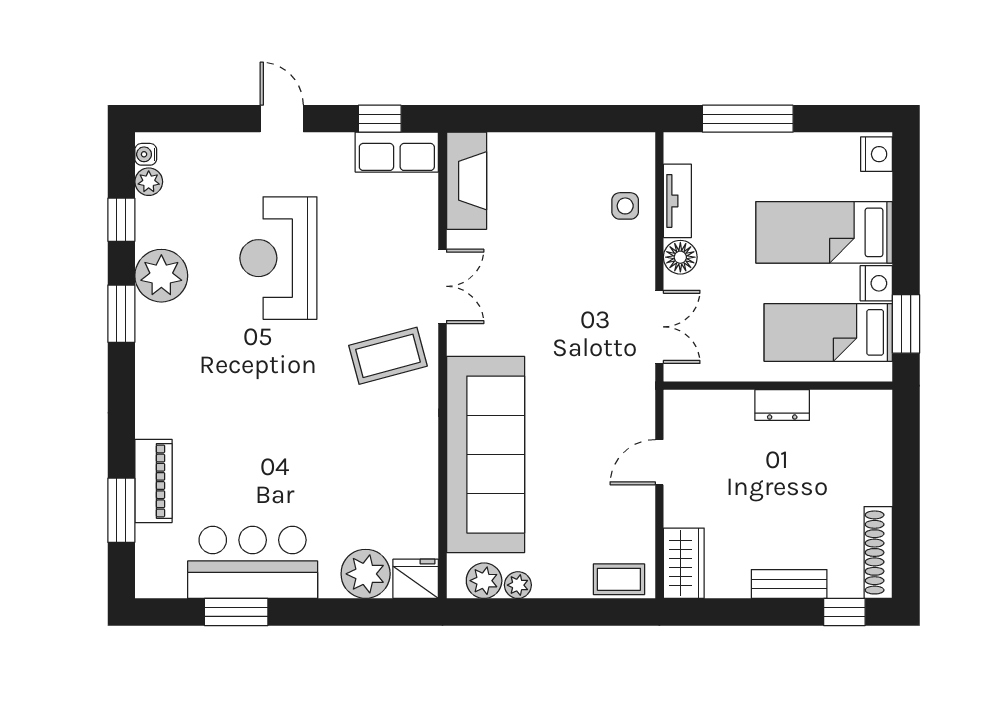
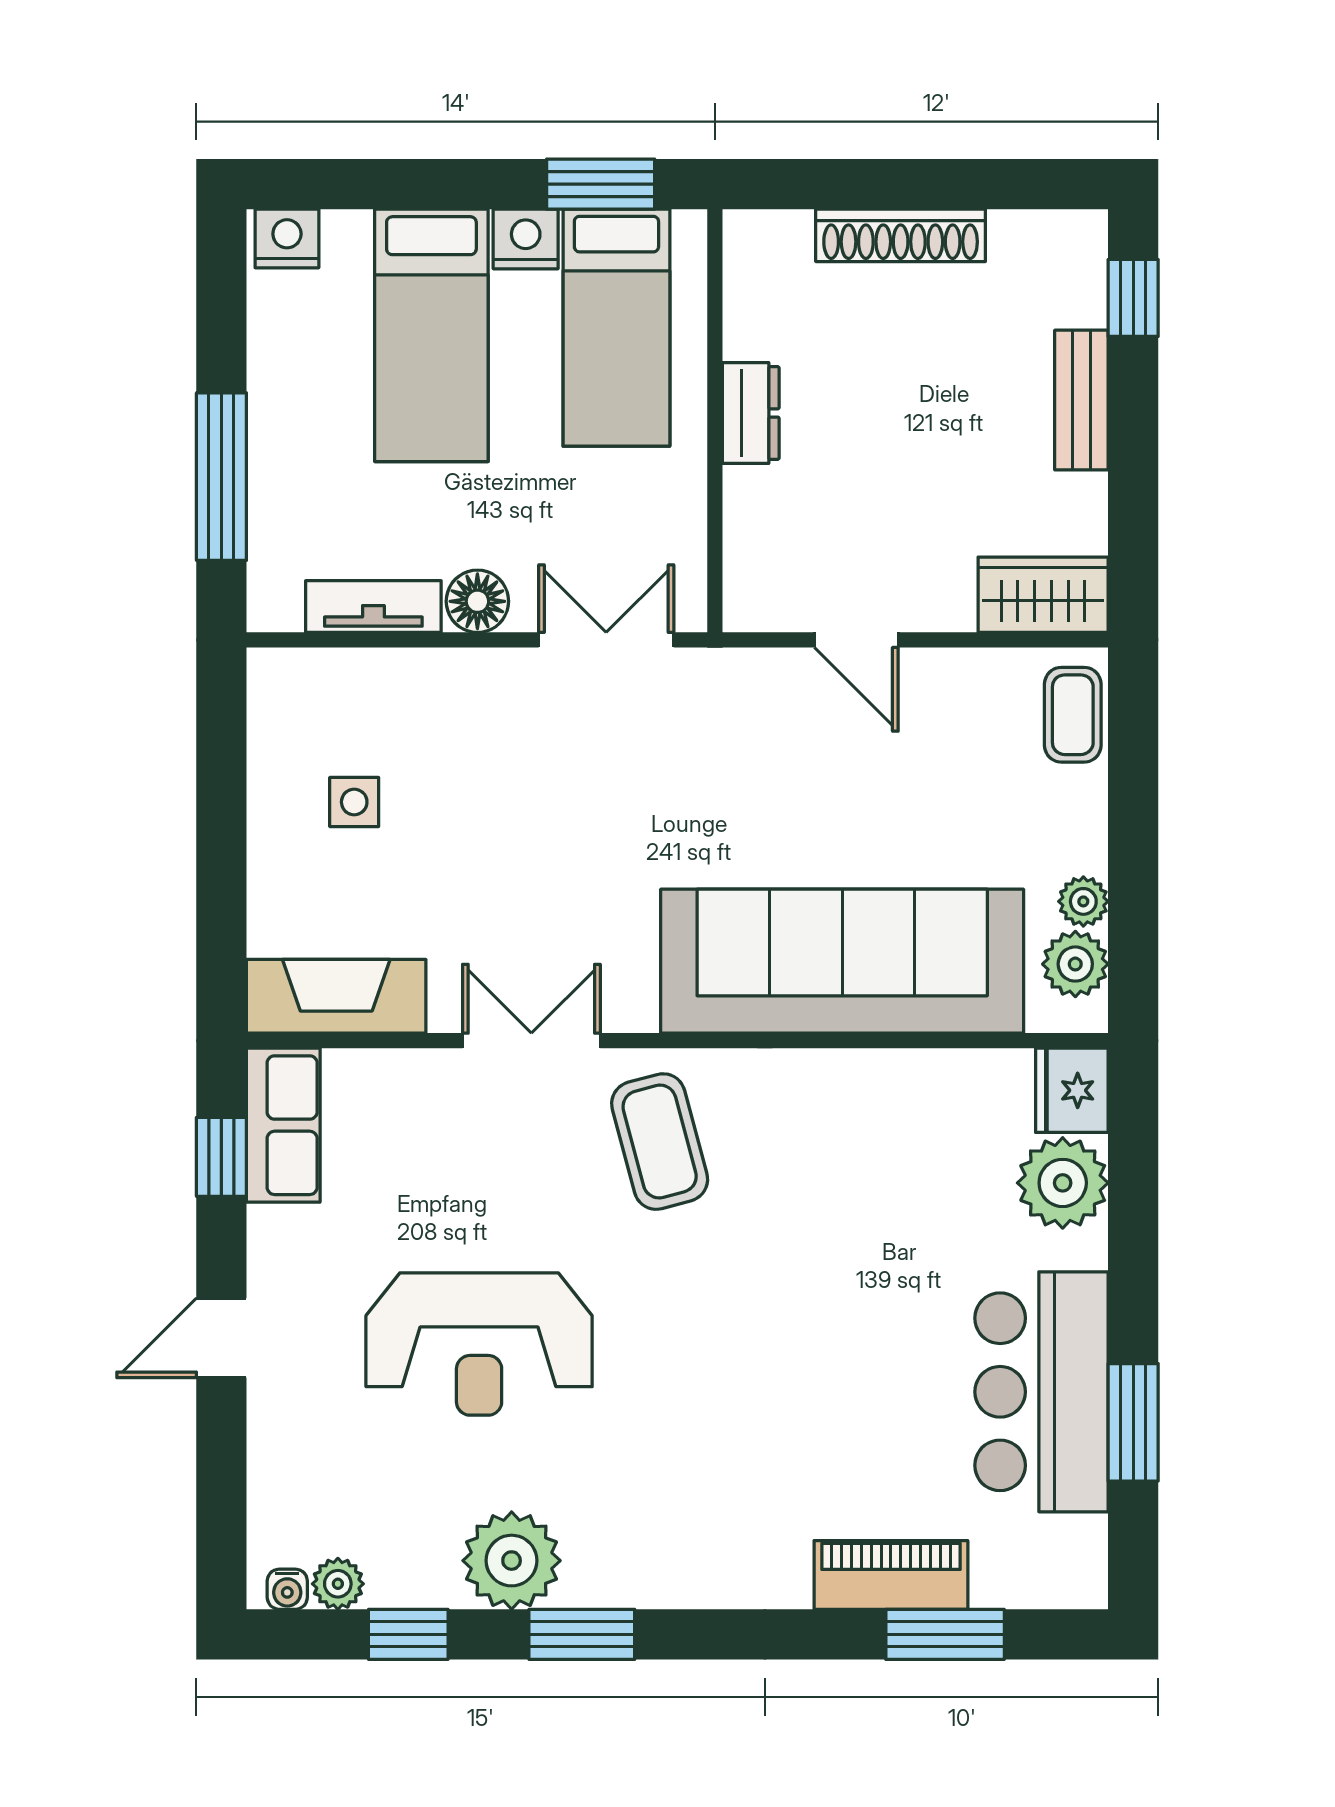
side table: (625, 206) -> (354, 802), moved
shoe rack: (878, 552) -> (901, 235), moved

